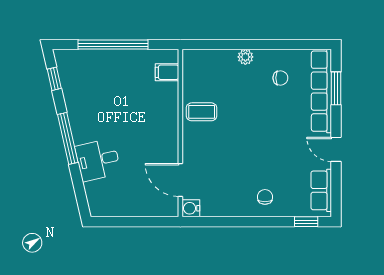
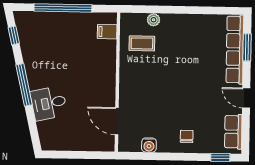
plant: (245, 57) -> (154, 20), moved
chair: (280, 78) -> (201, 38), removed
coffee table: (202, 112) -> (142, 43), moved
water cooler: (191, 208) -> (149, 145), moved, turned -90

